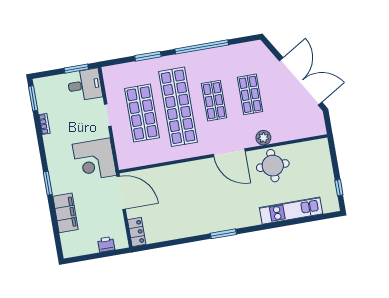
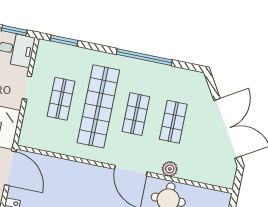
window: (148, 56) -> (64, 41), moved
shop shelf: (142, 113) -> (61, 99), width x0.70, depth x0.74

